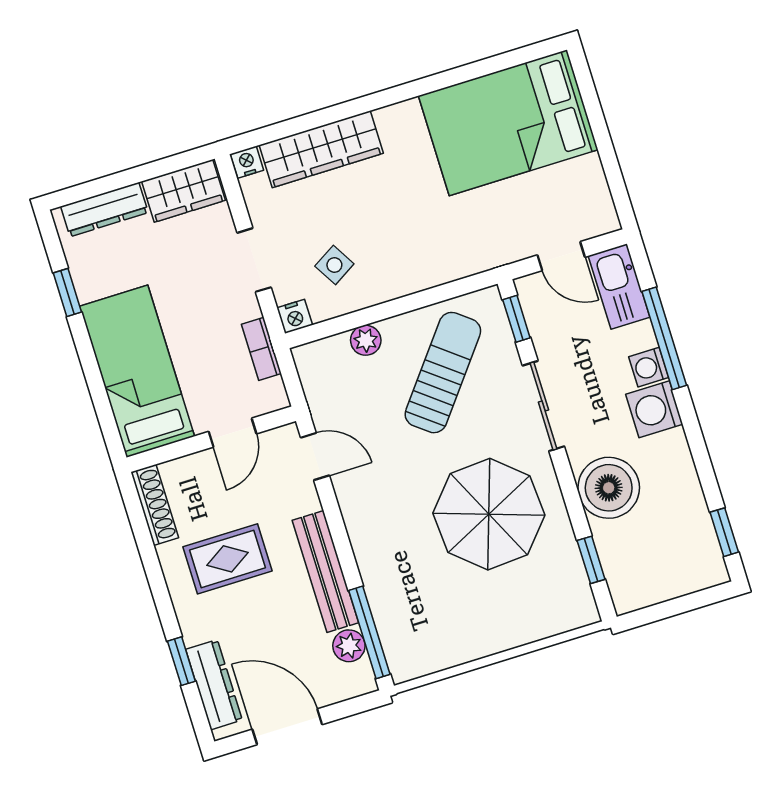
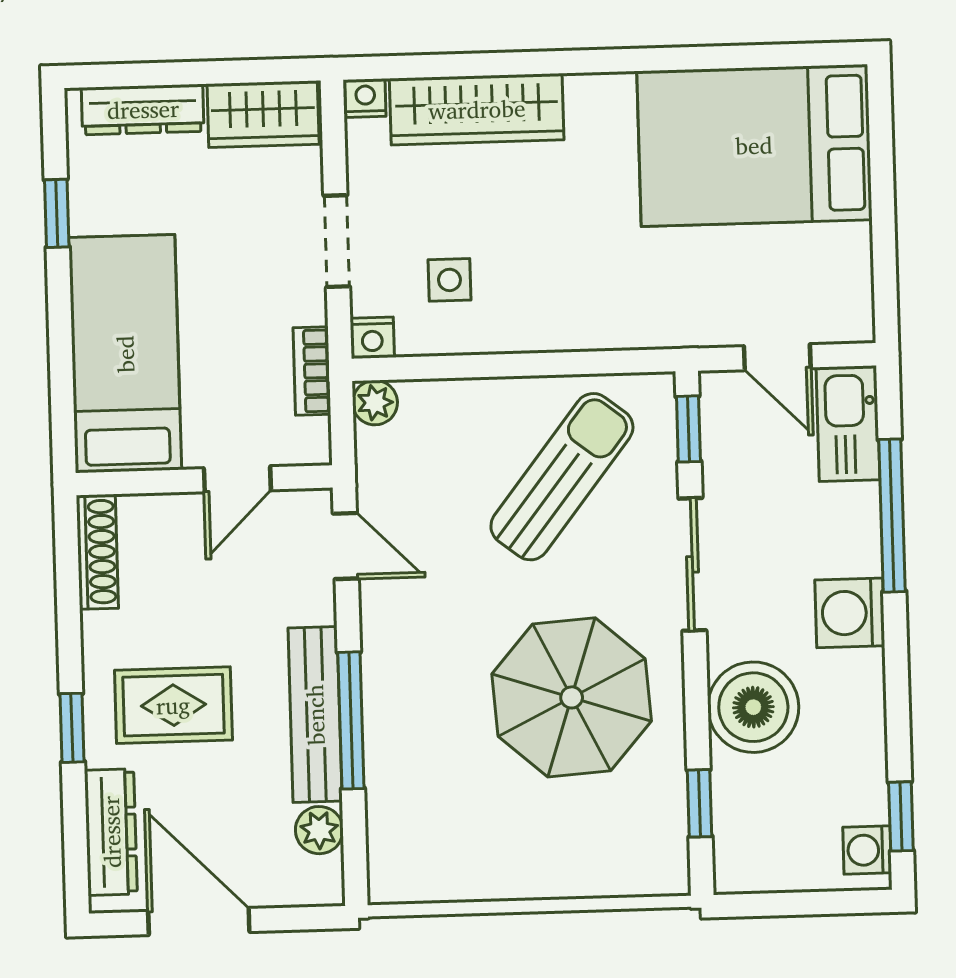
side table: (334, 265) -> (449, 280), turned 31
plant: (366, 340) -> (375, 403), moved
washing machine: (649, 367) -> (867, 850), moved
rug: (228, 559) -> (173, 705), moved
window: (369, 632) -> (351, 720), moved
window: (181, 661) -> (72, 728), moved

